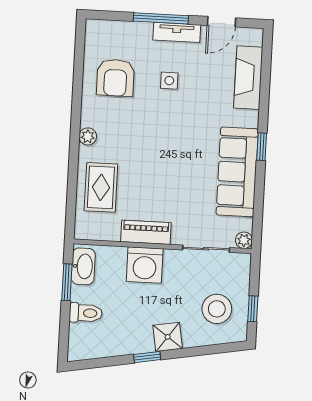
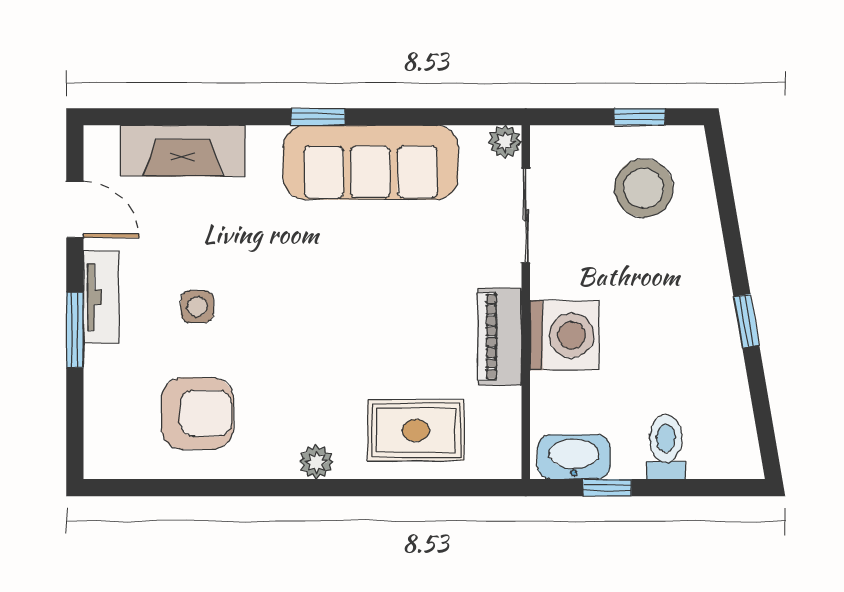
window: (161, 18) -> (75, 330), width x0.69
window: (67, 282) -> (607, 488), width x0.67
shower: (168, 337) -> (704, 282), removed

